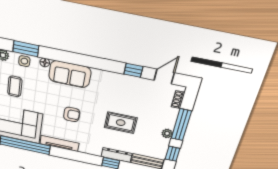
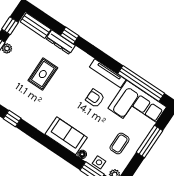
armchair: (72, 114) -> (95, 98), moved
rug: (121, 123) -> (43, 74), turned 90

